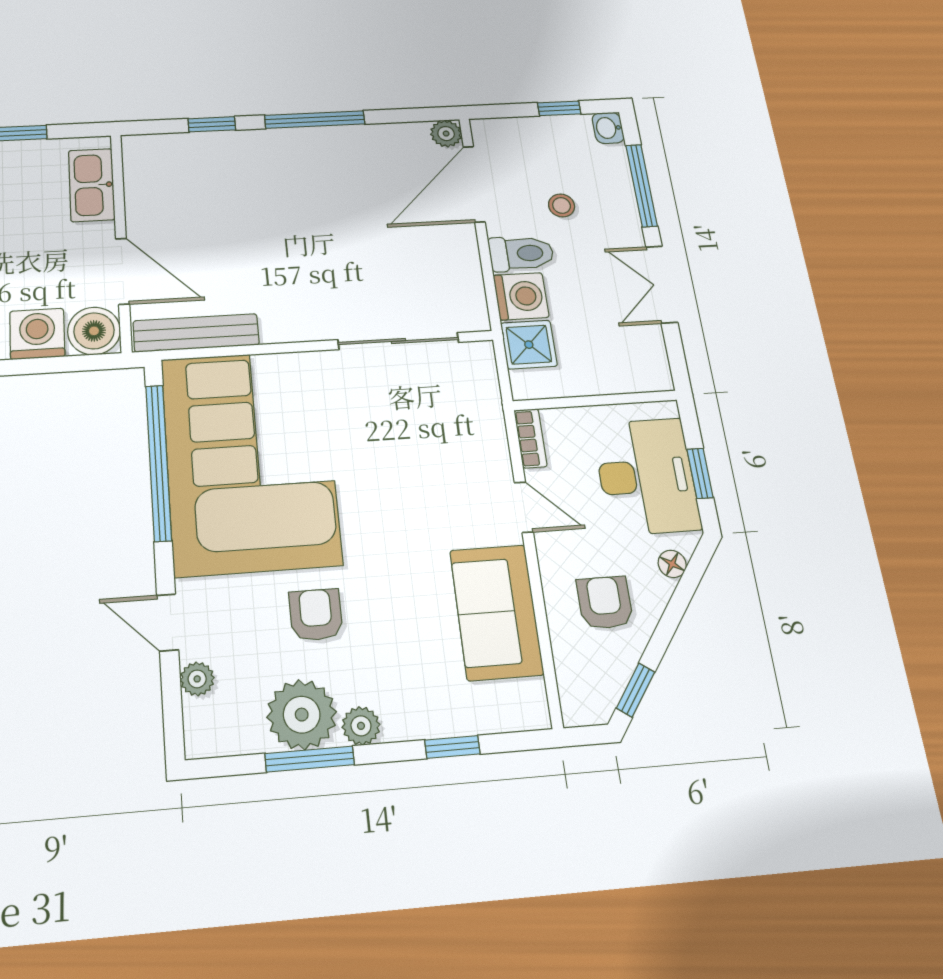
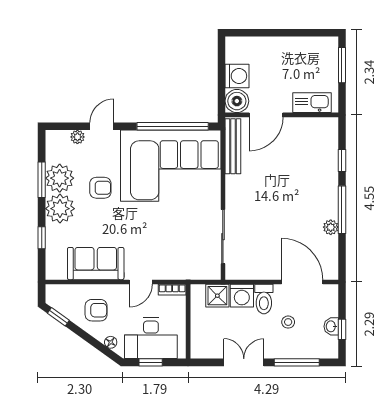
washbasin: (608, 128) -> (331, 326), moved, turned -90
plant: (446, 134) -> (331, 227), moved
plant: (361, 726) -> (60, 209), width x1.88, depth x1.88

